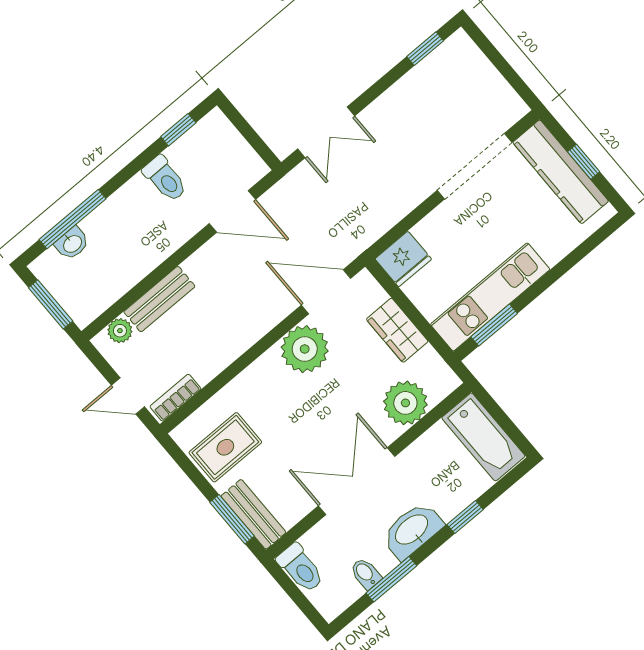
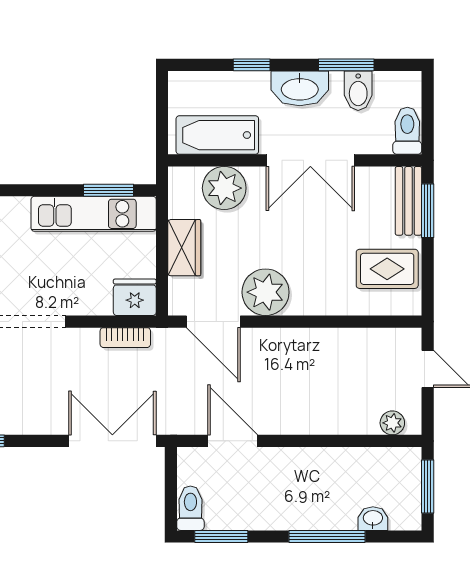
window: (178, 130) -> (221, 536), width x1.50
double door: (326, 132) -> (112, 441), width x1.37
toilet: (165, 179) -> (190, 508), moved
window: (73, 219) -> (327, 536), moved
bench: (159, 299) -> (343, 422), removed
bookcase: (175, 398) -> (125, 338), moved
bathtub: (483, 437) -> (217, 135), moved, turned -90
bidet: (366, 574) -> (358, 91), width x1.38, depth x1.36

